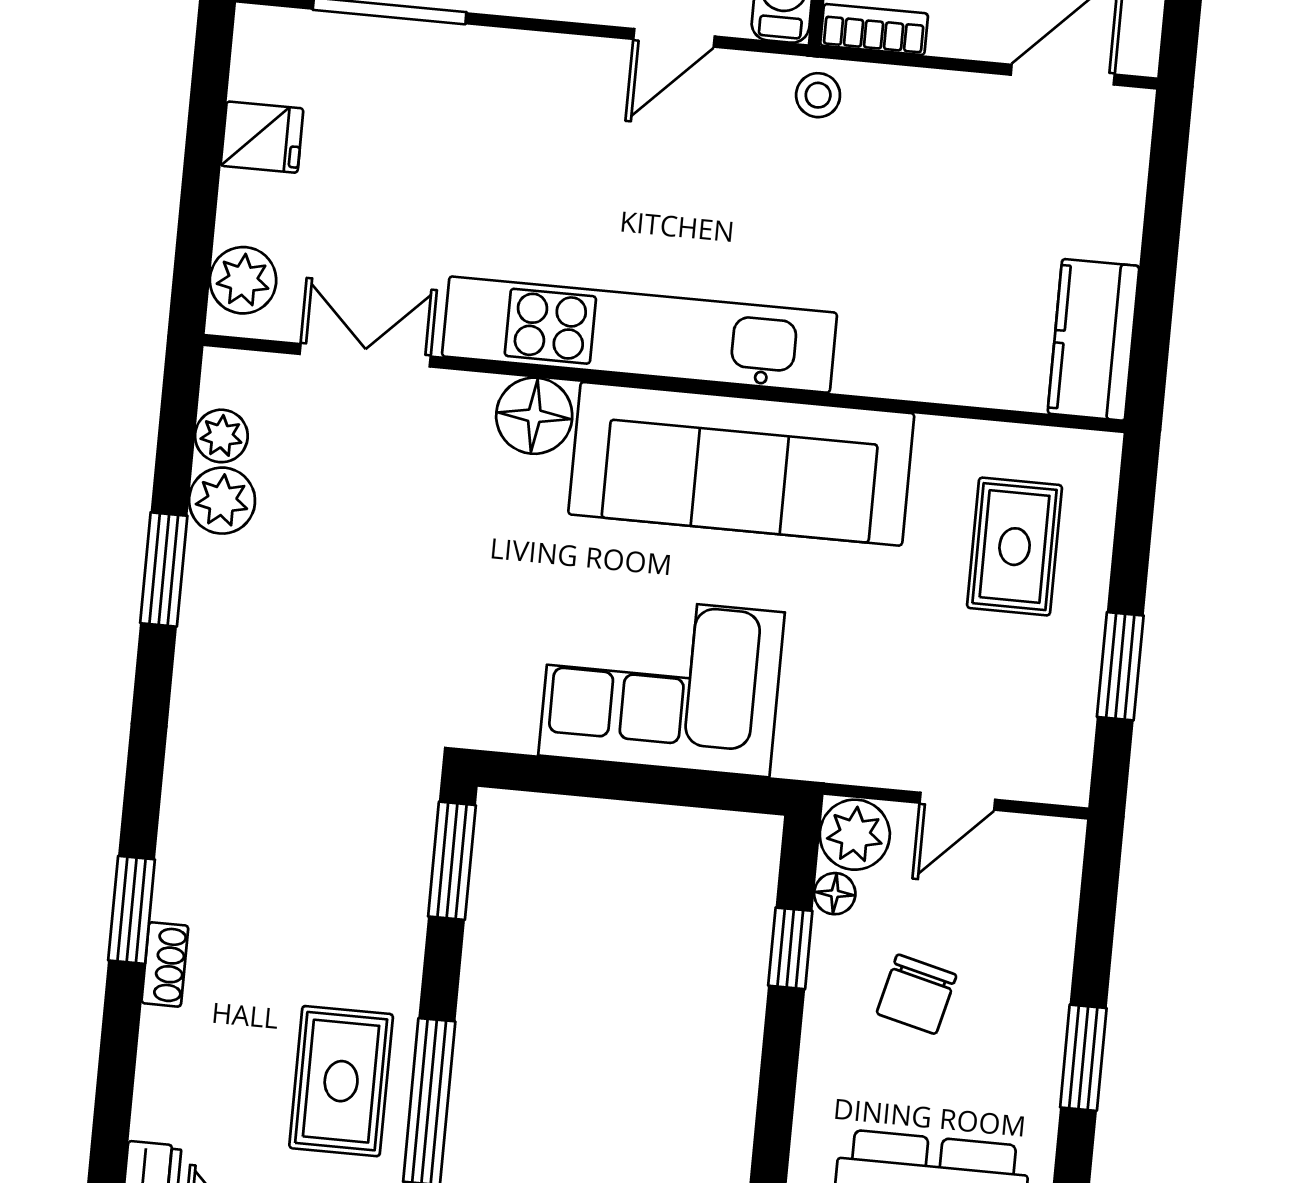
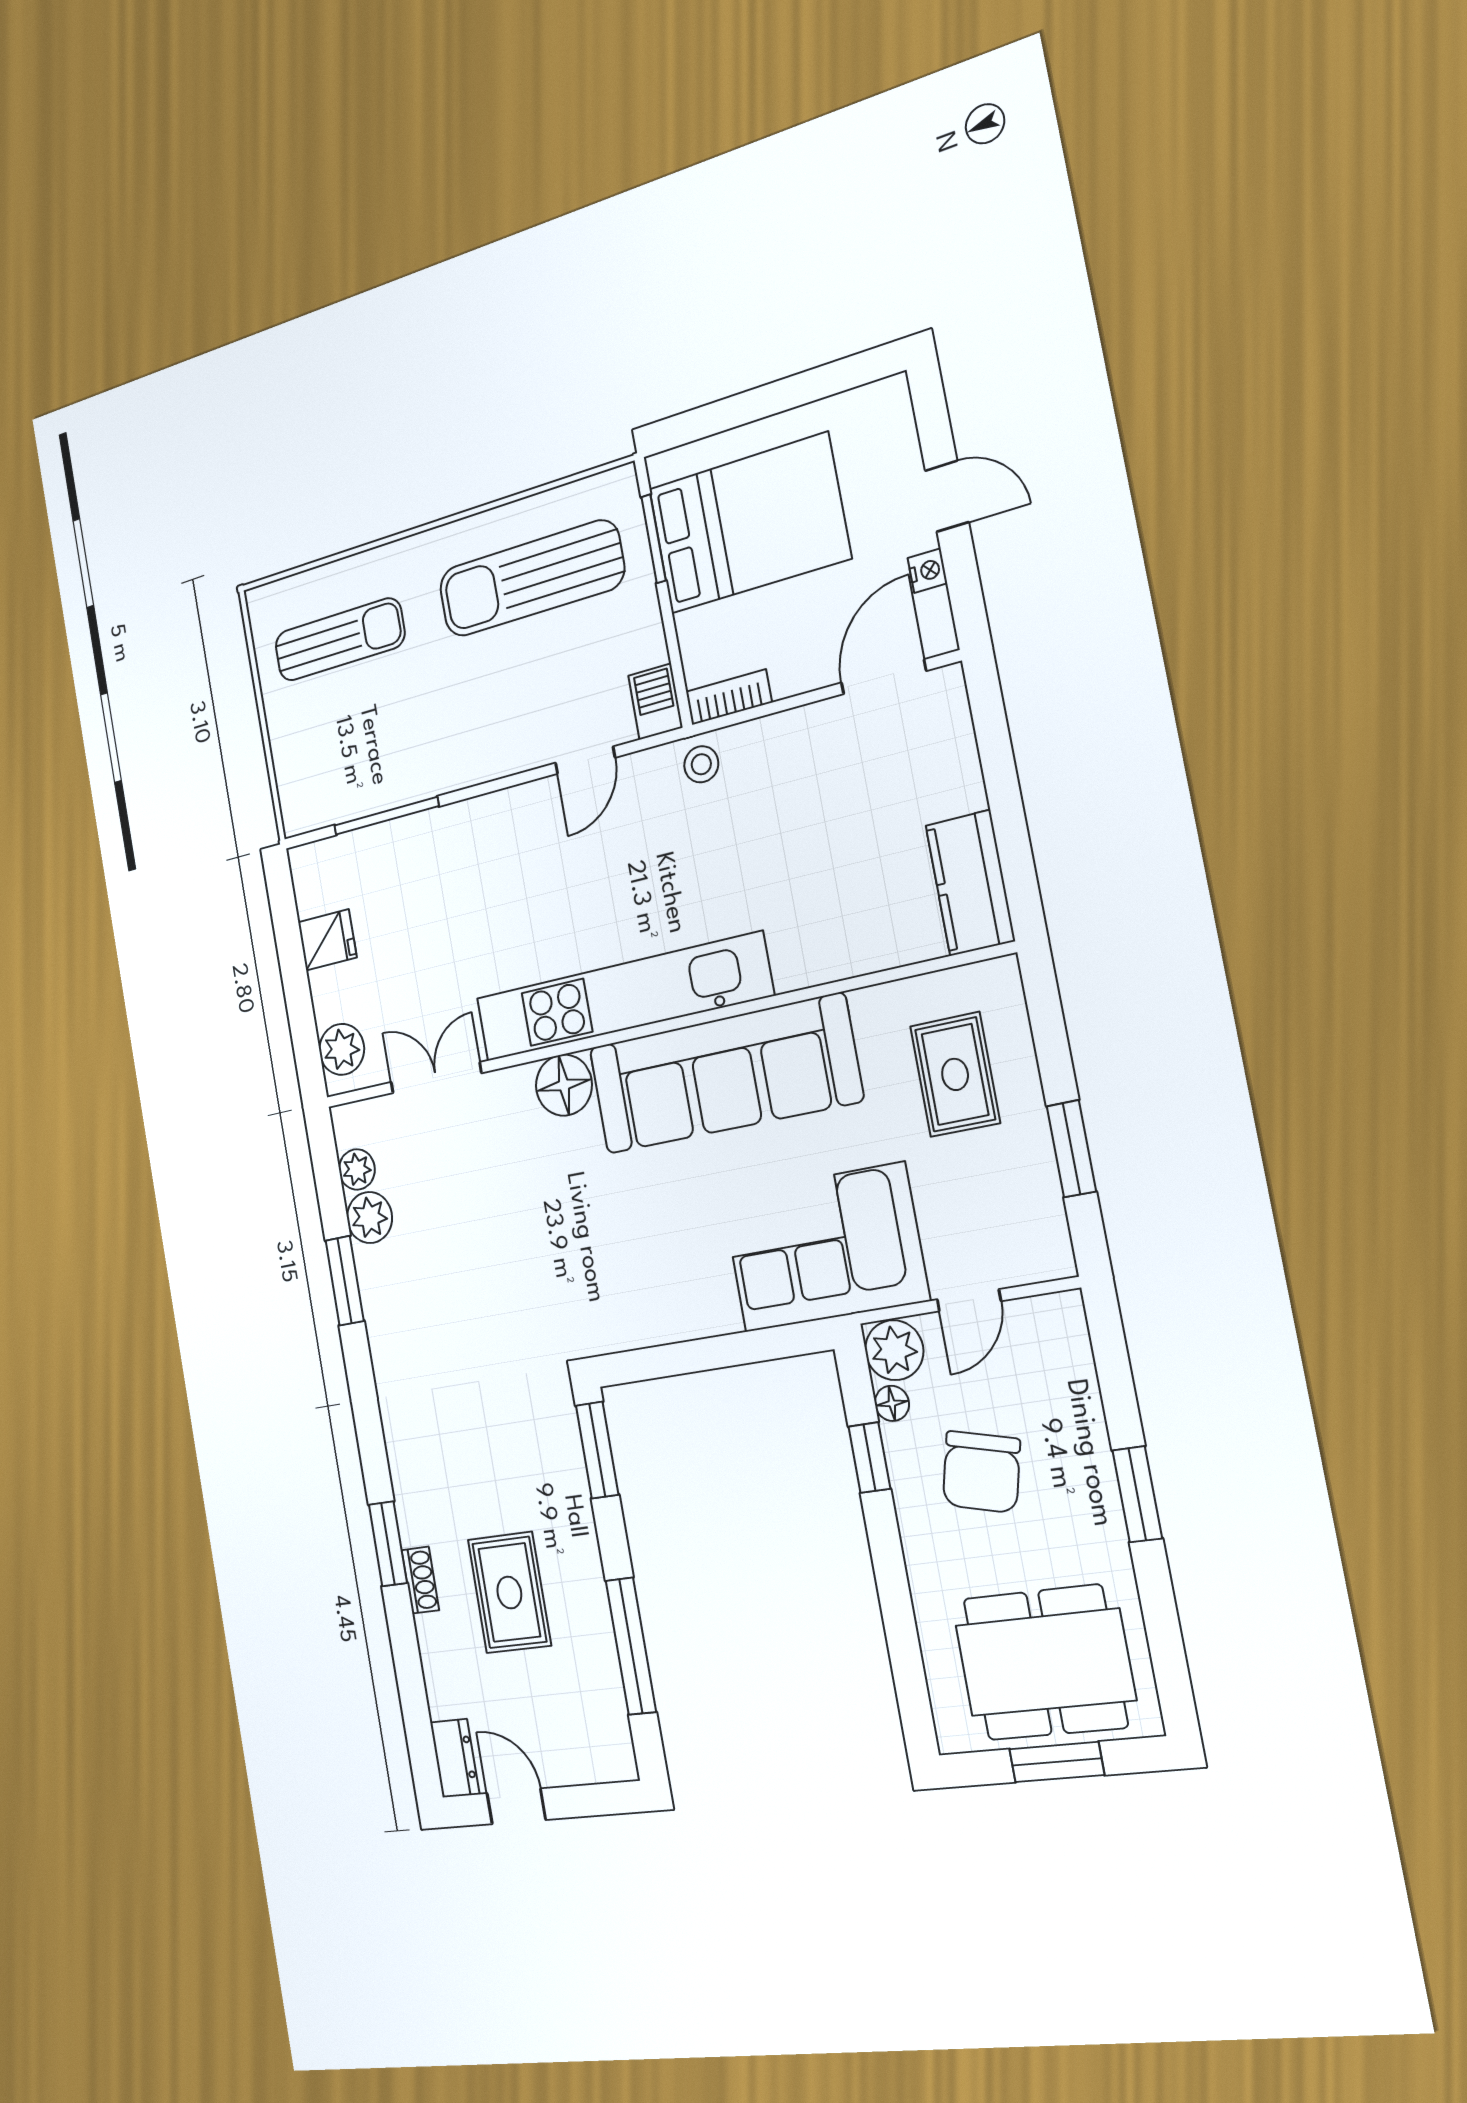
corner sofa: (662, 684) -> (824, 1248), moved
chair: (917, 994) -> (981, 1472), width x1.37, depth x1.37
rug: (341, 1081) -> (509, 1593), moved

